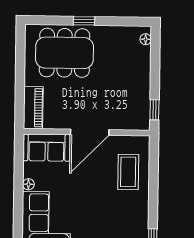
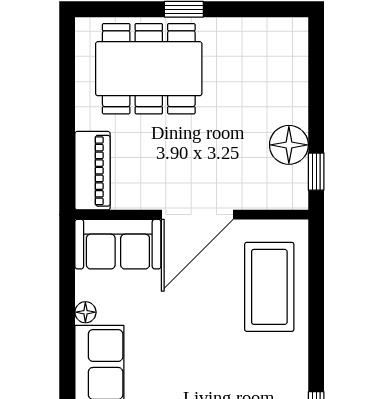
floor lamp: (146, 39) -> (289, 145), moved, width x1.89, depth x1.89
coffee table: (128, 172) -> (269, 287), width x1.36, depth x1.32

